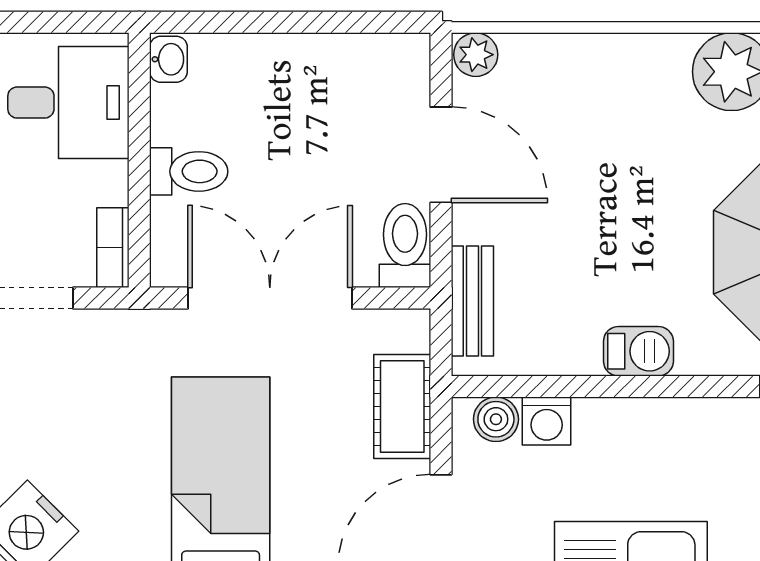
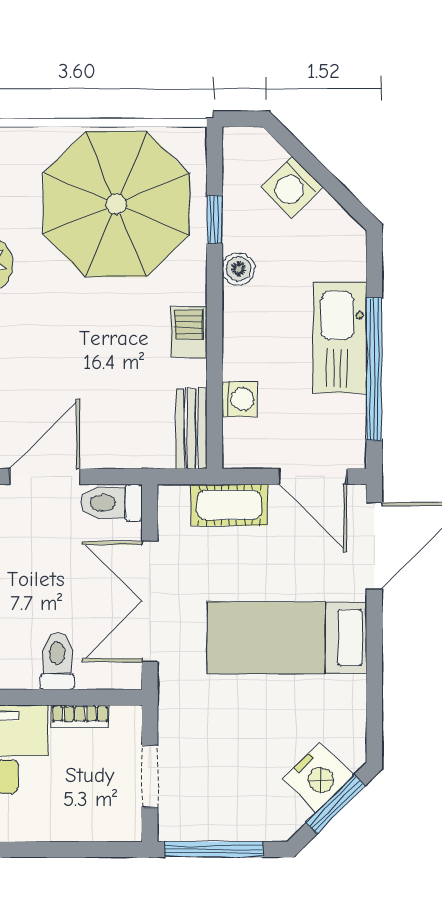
bookcase: (113, 248) -> (80, 717), moved
bench: (472, 301) -> (191, 428), moved, turned 90
boiler: (496, 419) -> (238, 269), moved

